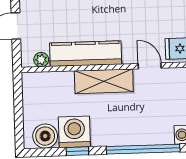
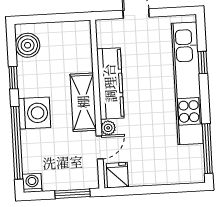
plant: (41, 60) -> (108, 128), moved
washing machine: (74, 132) -> (34, 113), moved

